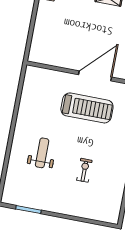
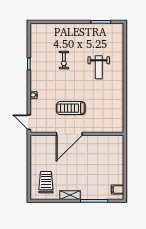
treadmill: (87, 108) -> (71, 108), width x0.73, depth x0.73

